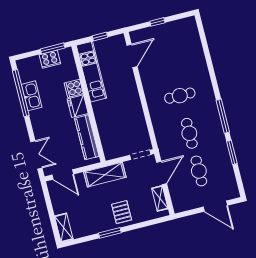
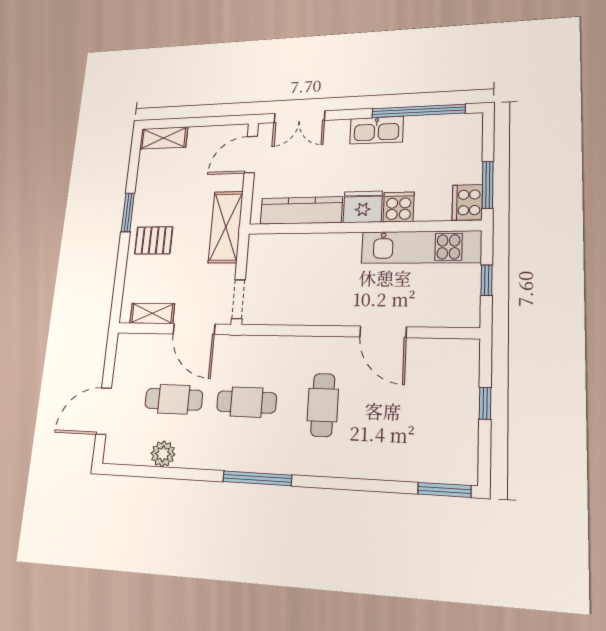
door: (132, 56) -> (383, 332), moved
cooker: (50, 59) -> (467, 202), moved
kitchen sink: (32, 96) -> (376, 130), moved
window: (232, 152) -> (444, 490), moved
plant: (226, 167) -> (163, 454), added

